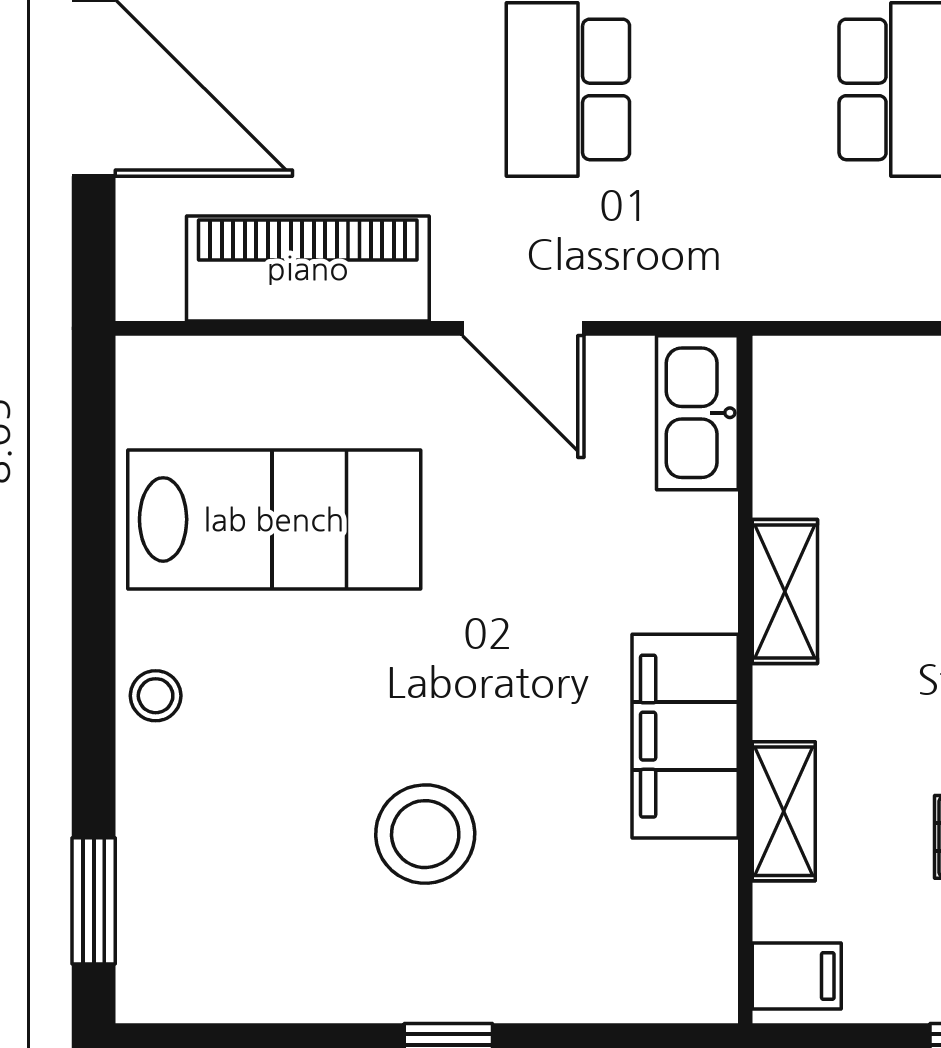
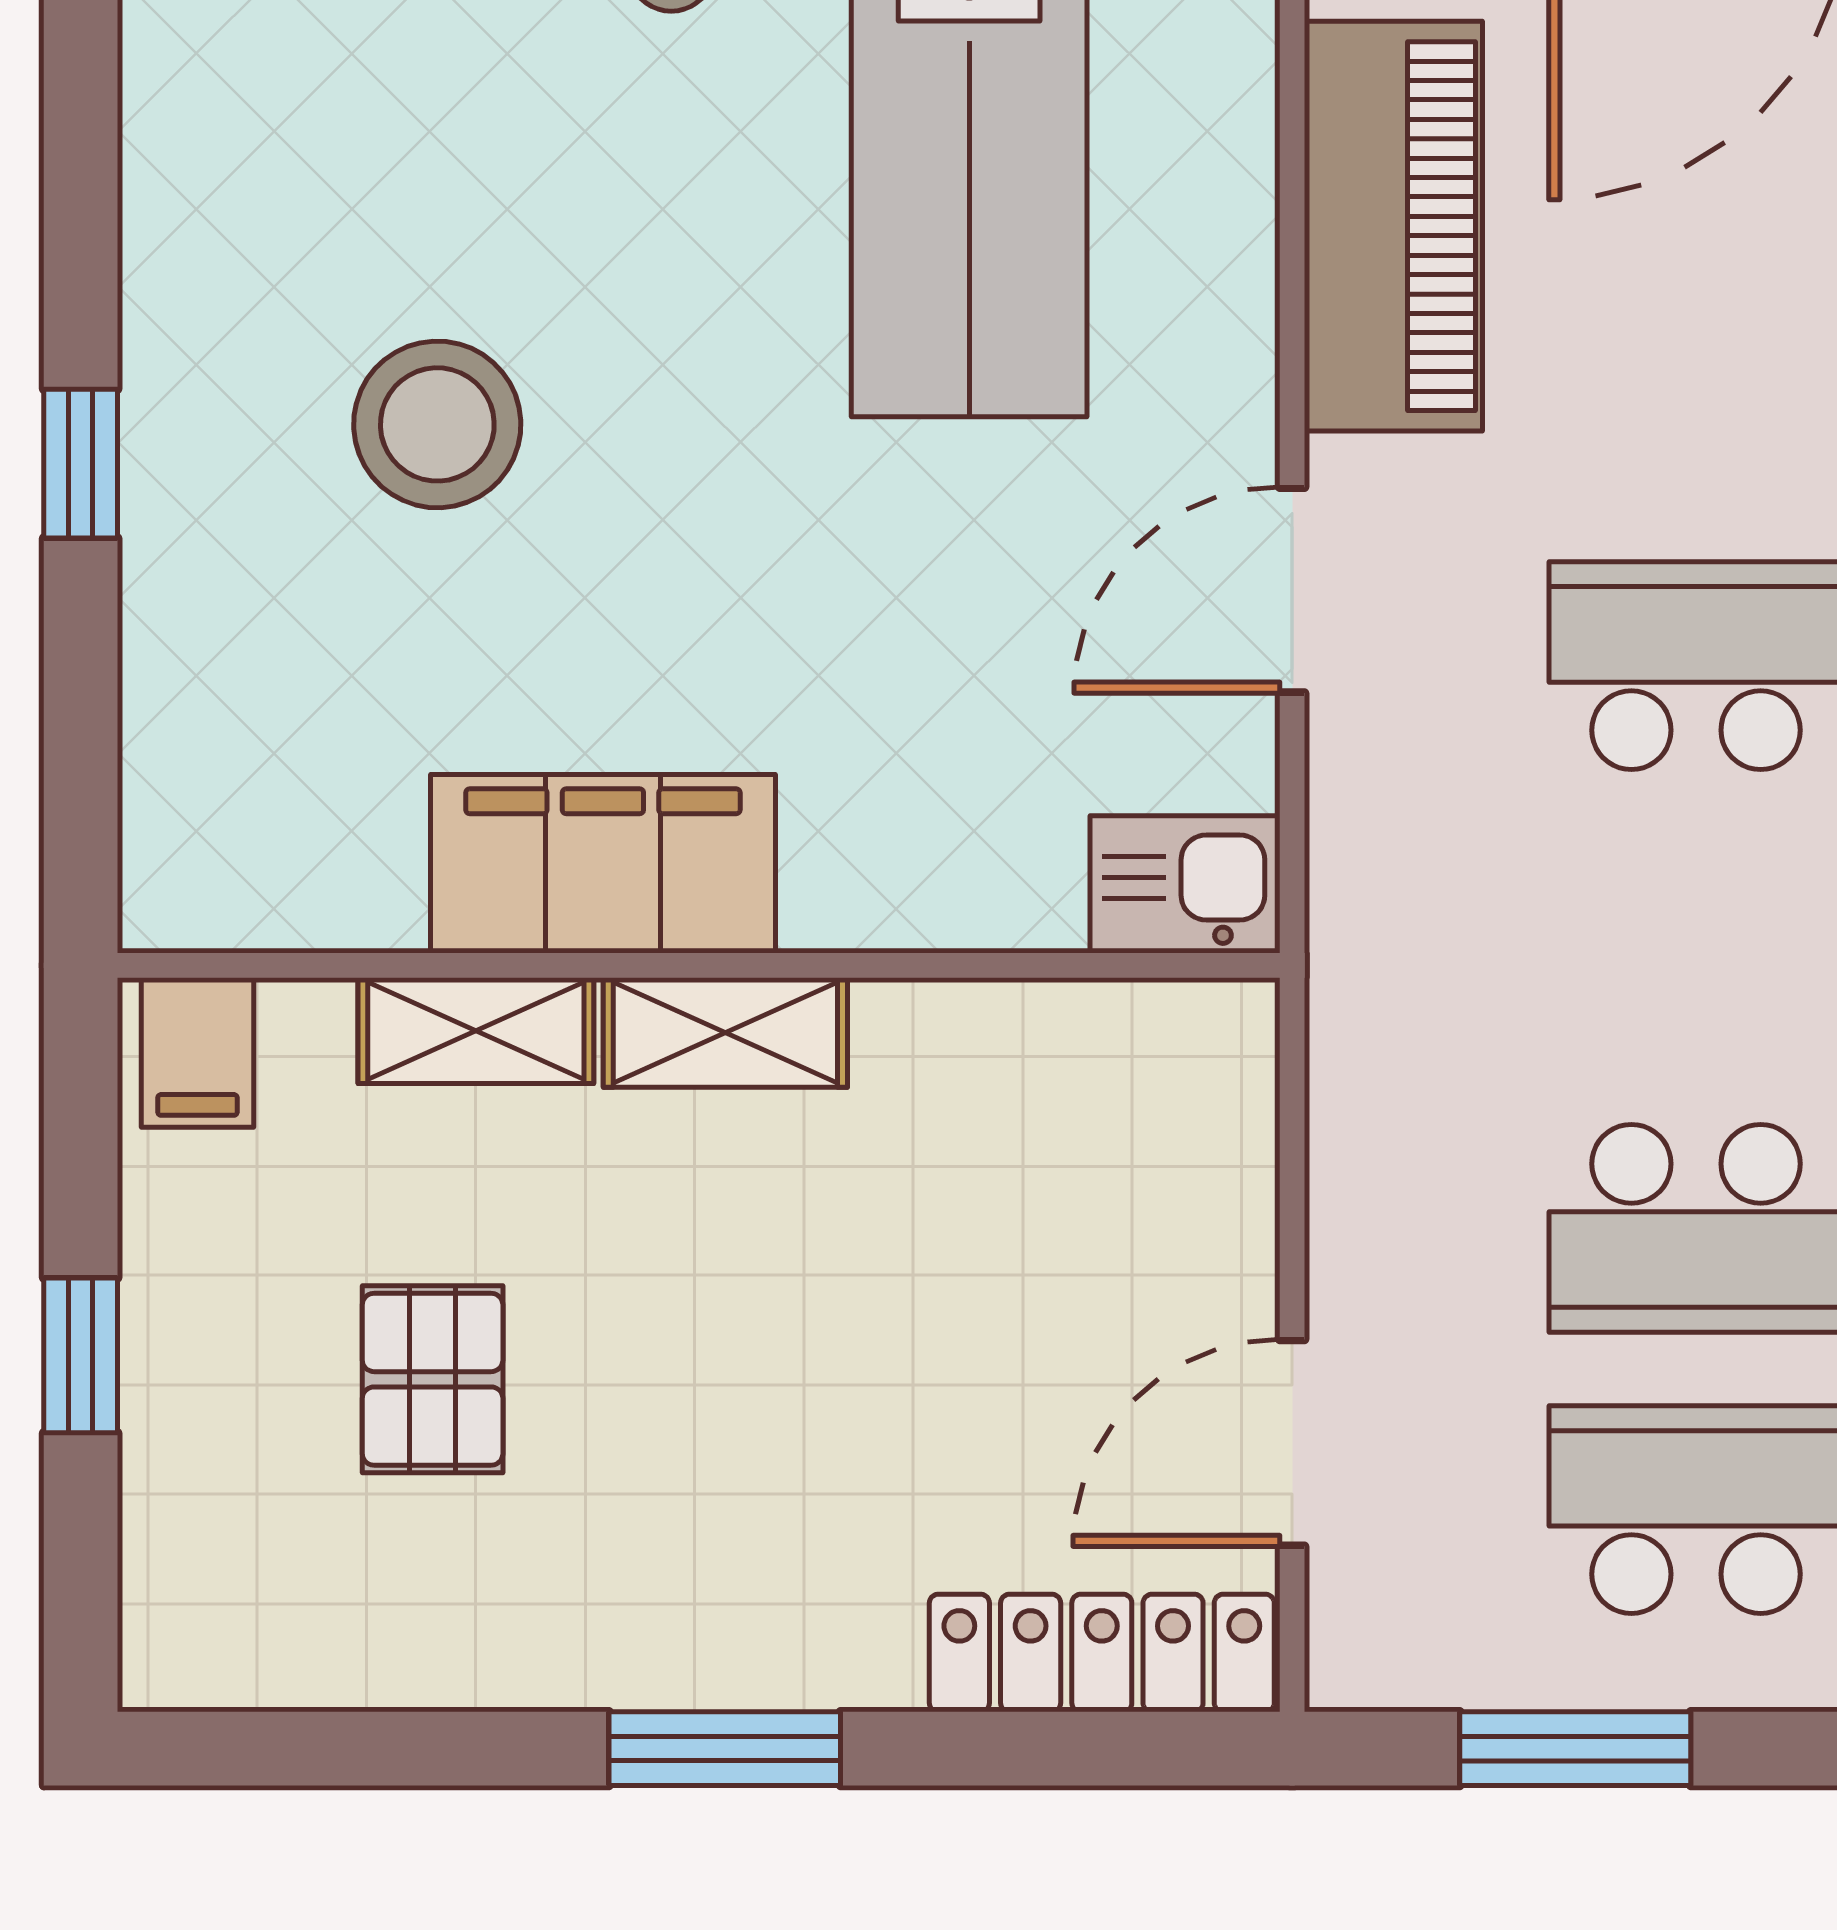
kitchen sink: (697, 413) -> (1185, 884), width x0.73
shelving: (785, 591) -> (725, 1033), moved

